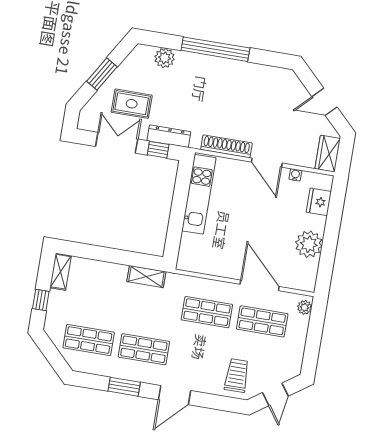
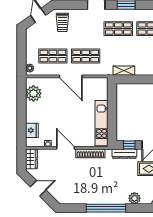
plant: (309, 244) -> (33, 93), moved
door: (260, 285) -> (71, 76), moved

